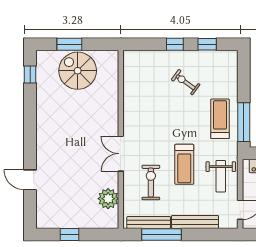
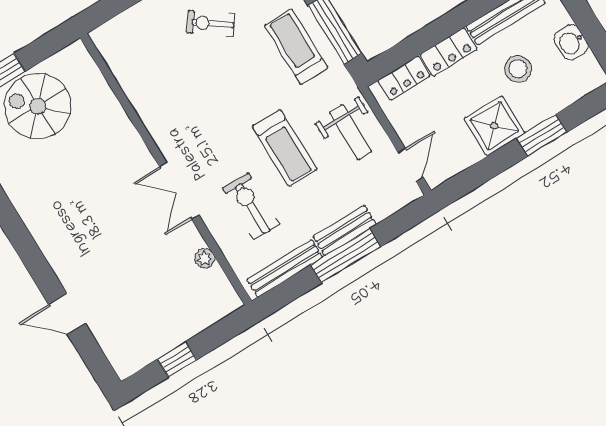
plant: (108, 199) -> (205, 258), width x0.53, depth x0.53
bench: (195, 222) -> (345, 231), width x0.73
window: (161, 234) -> (346, 256), moved

